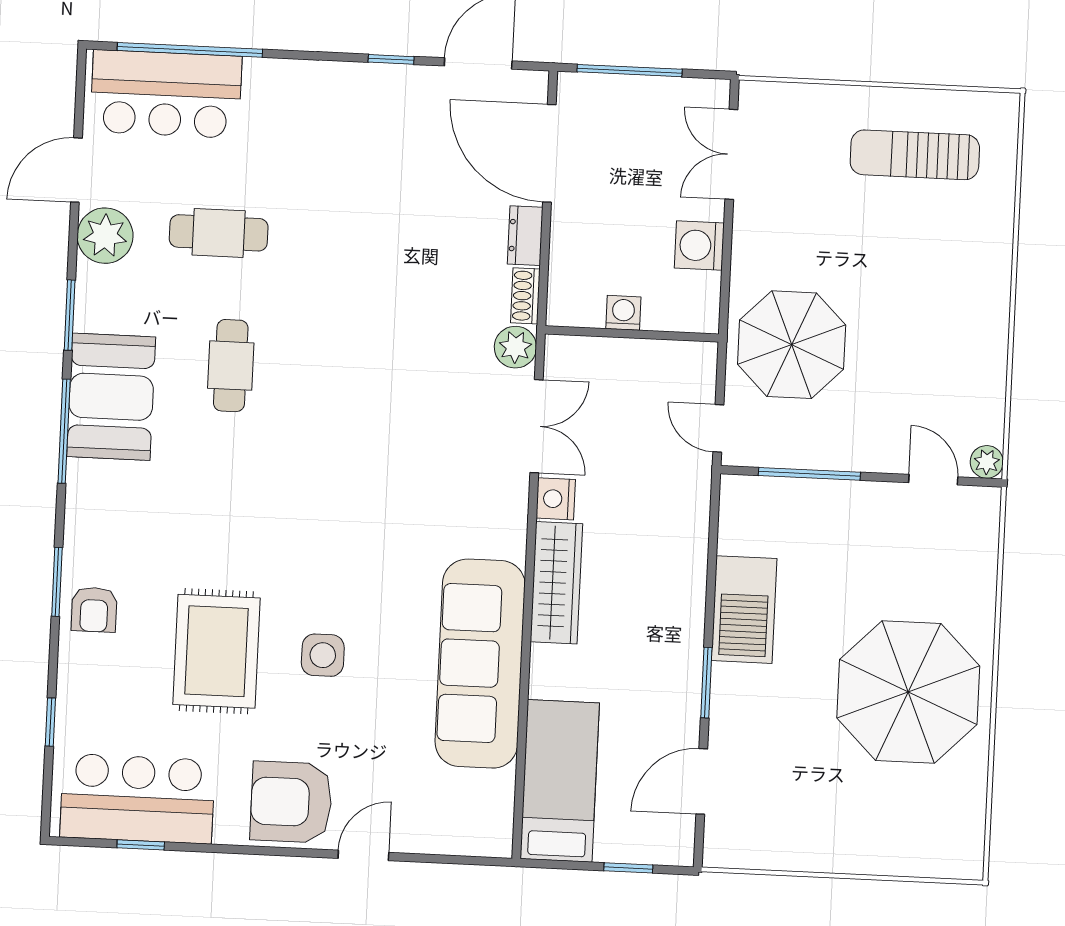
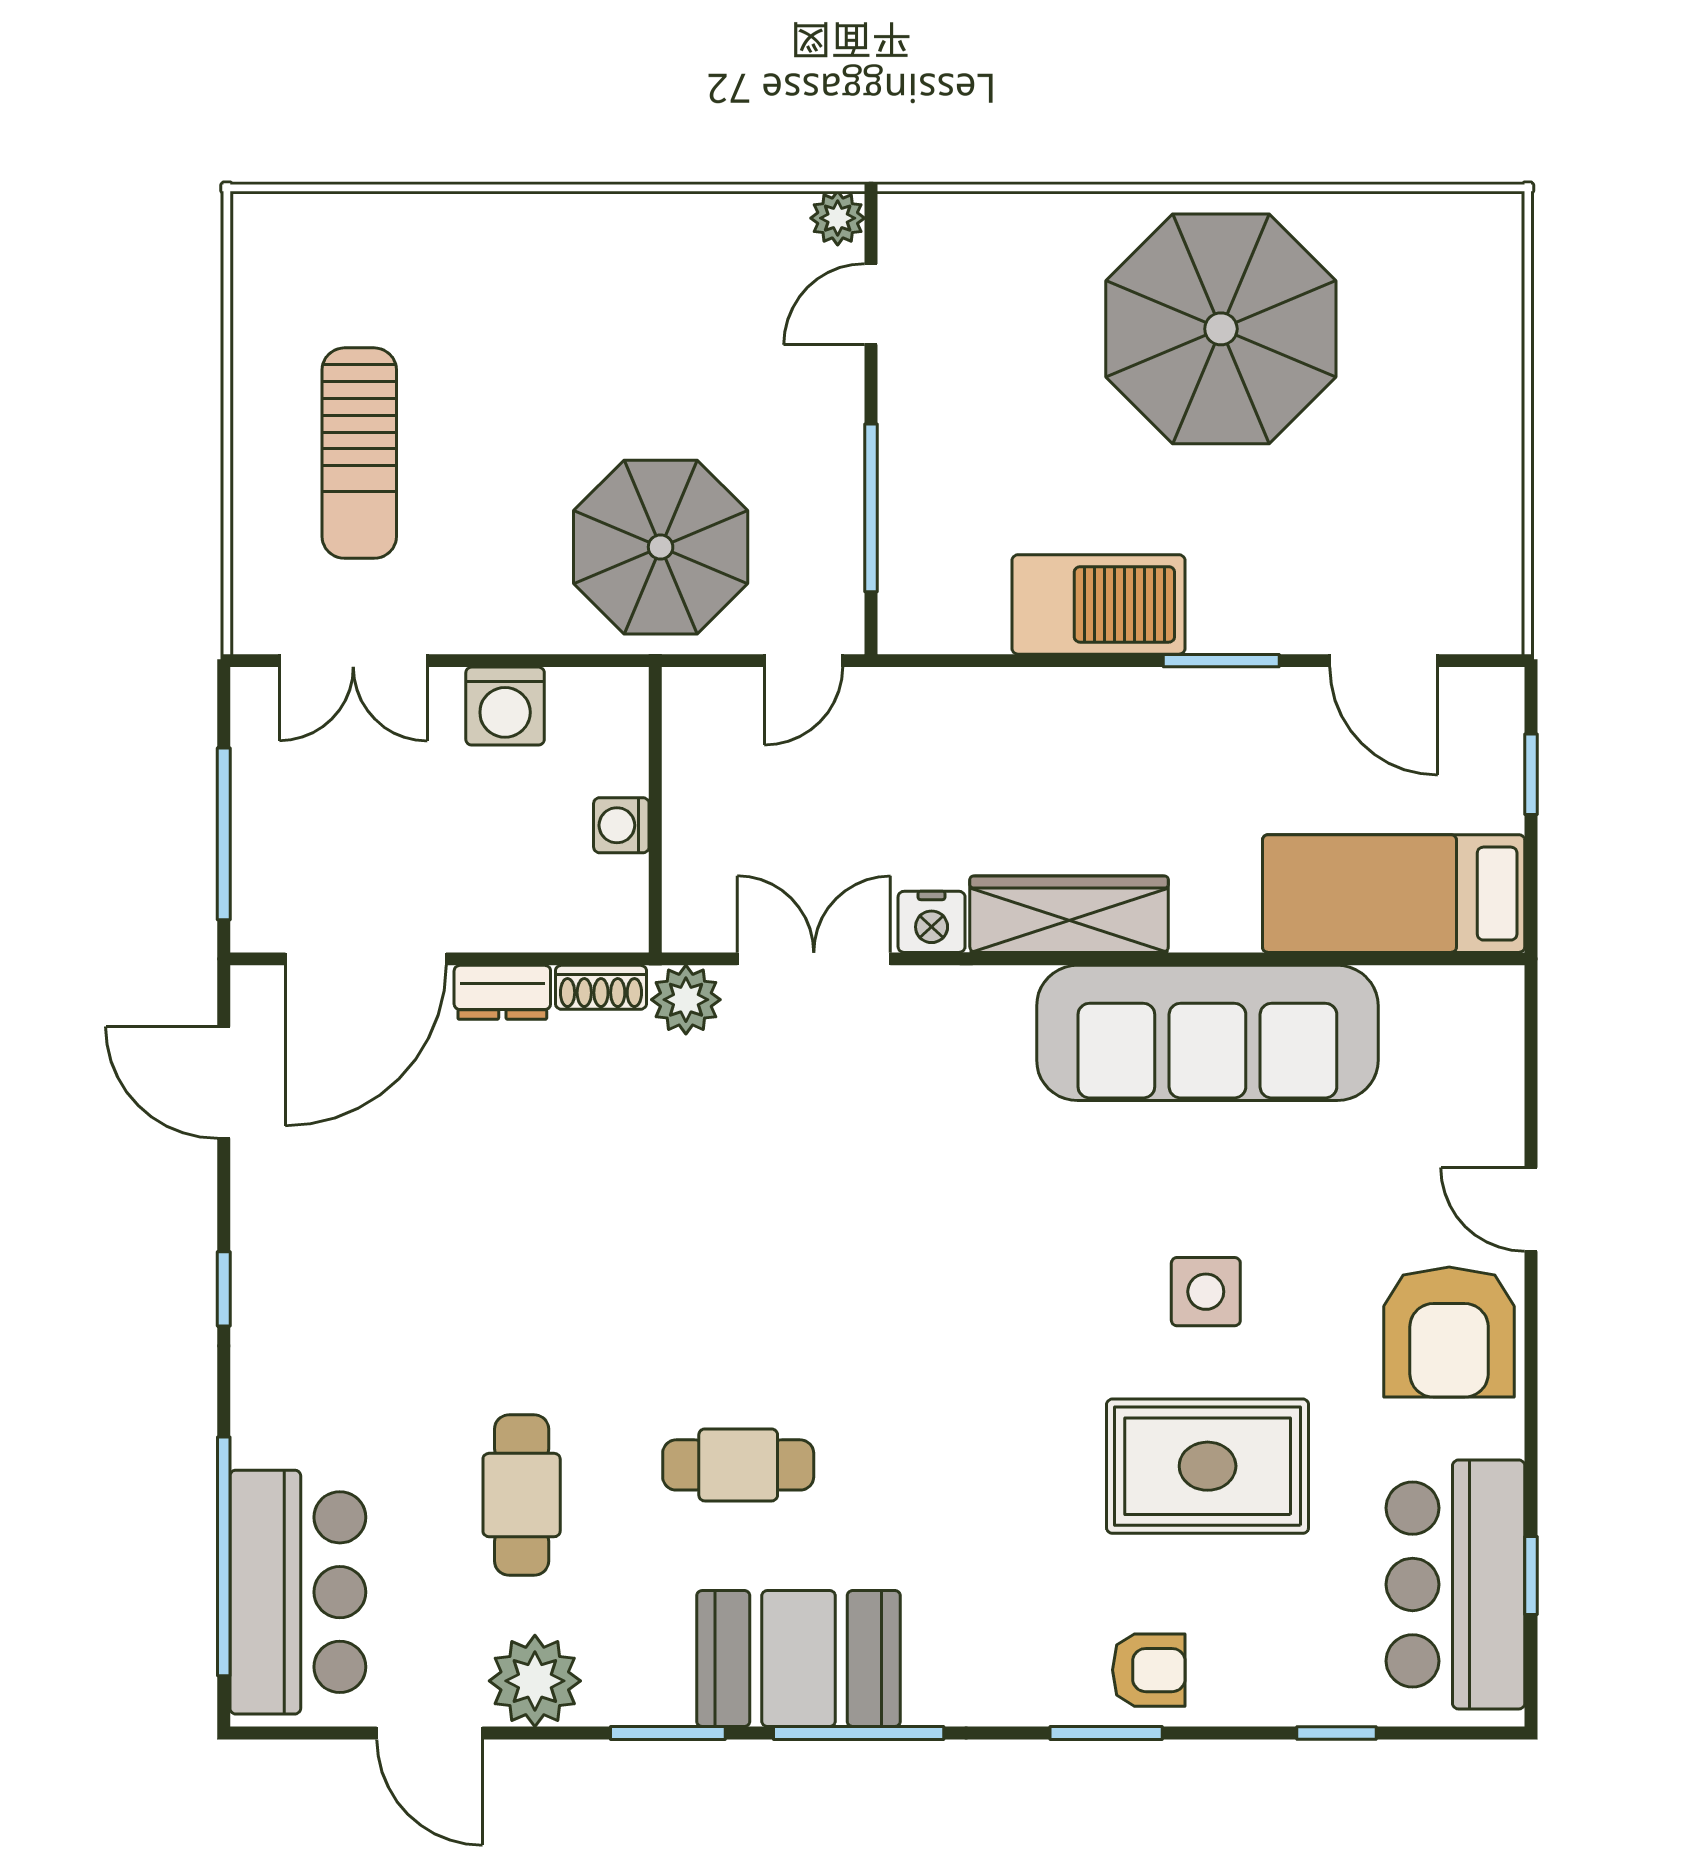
window: (391, 59) -> (224, 1289), moved
sun lounger: (915, 155) -> (359, 453), moved

